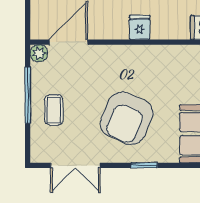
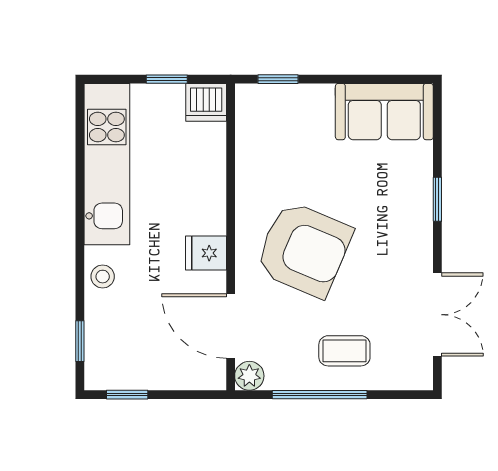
fridge: (140, 27) -> (206, 253), moved
armchair: (127, 118) -> (304, 249), moved

